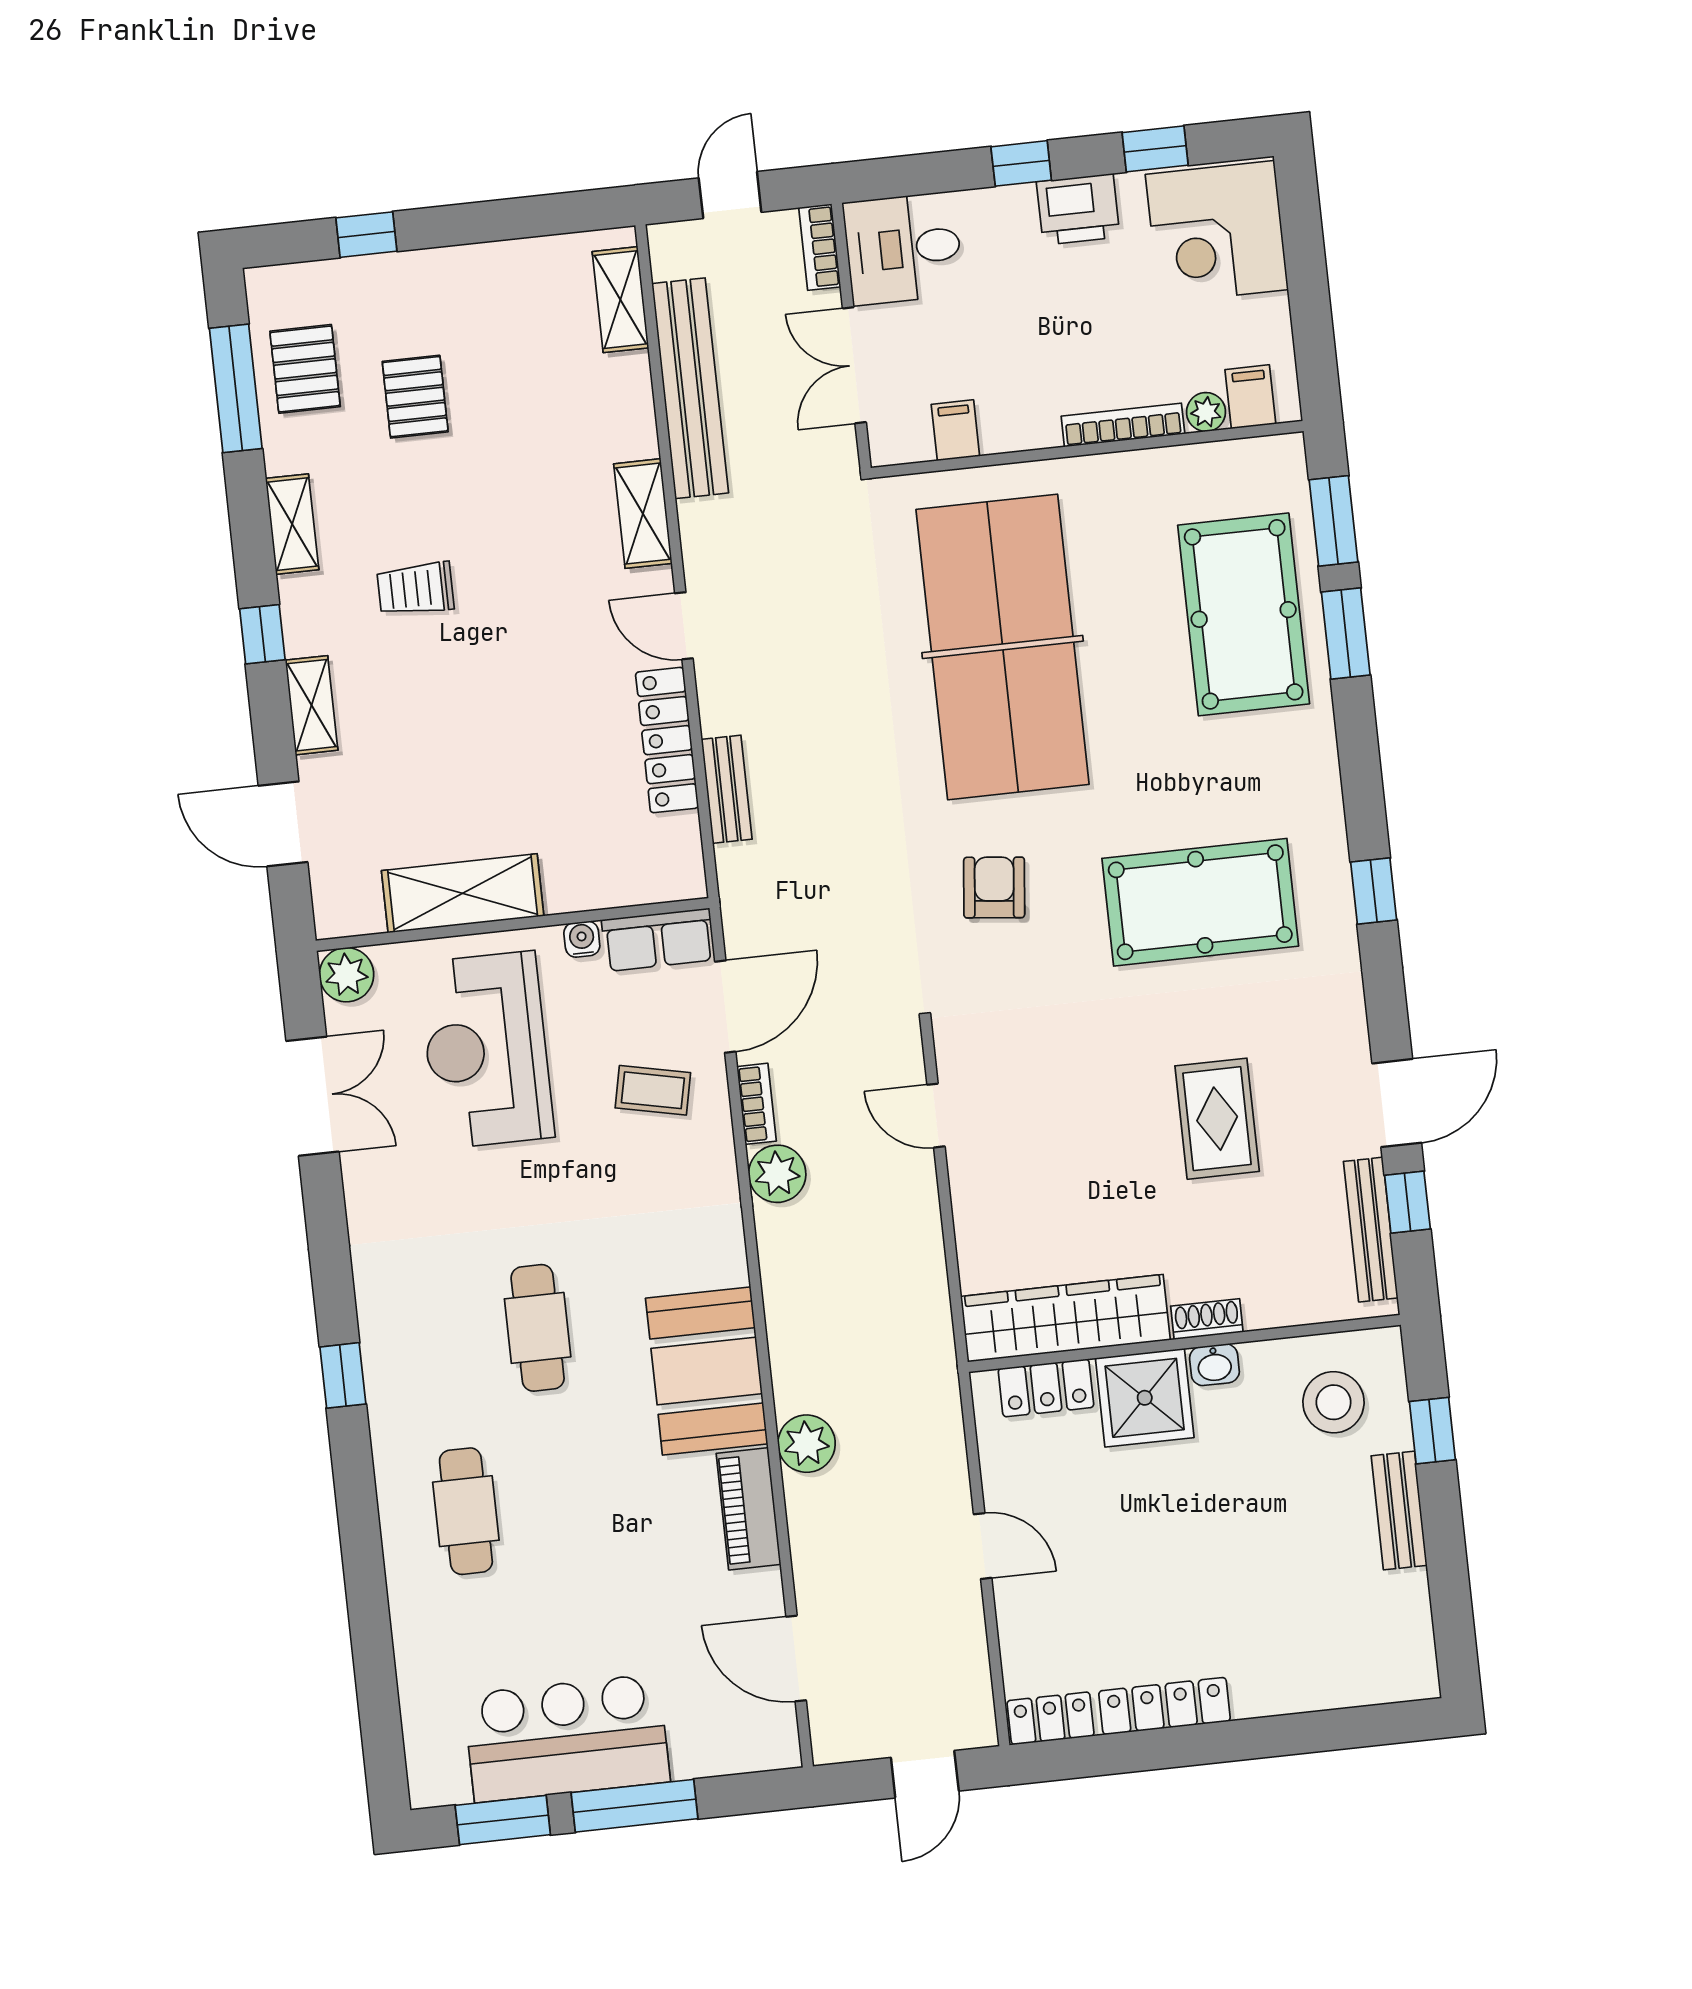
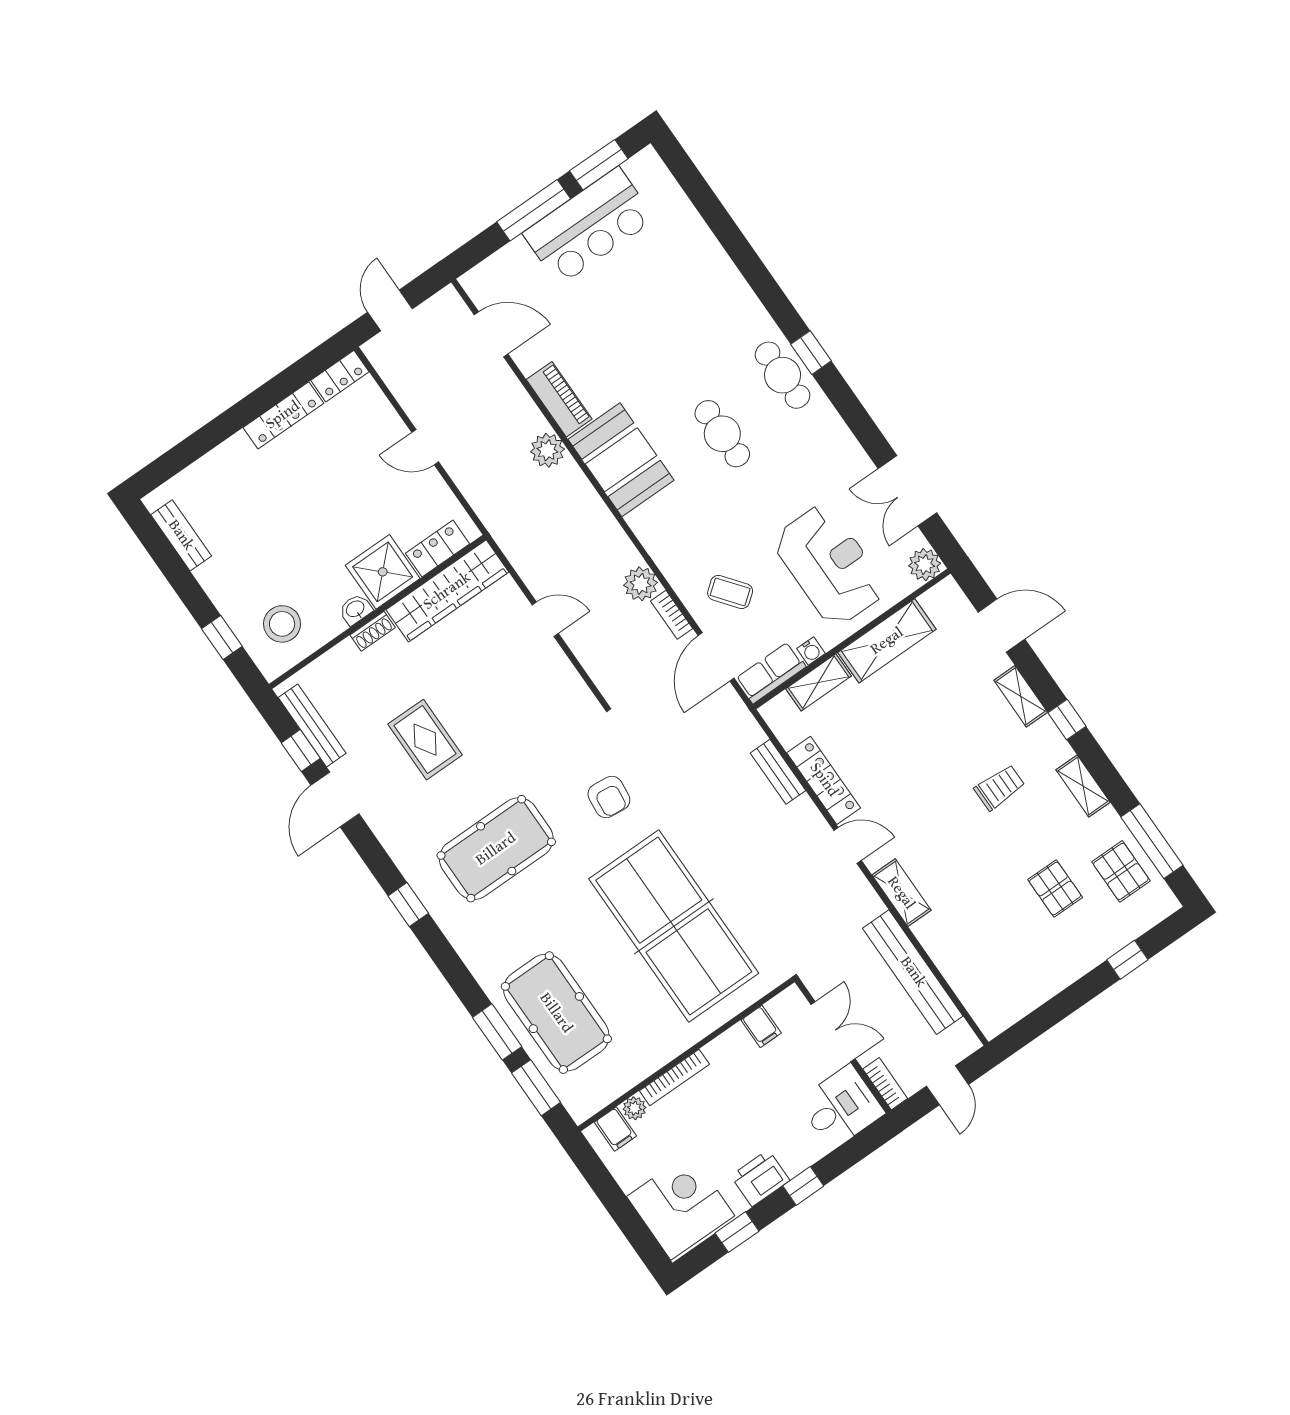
shelving: (620, 300) -> (819, 682), moved, turned 90
coffee table: (653, 1090) -> (730, 592), turned 40
door: (936, 1116) -> (545, 619), moved
cafe table: (466, 1511) -> (783, 375), moved
bench: (1399, 1511) -> (181, 535), moved

